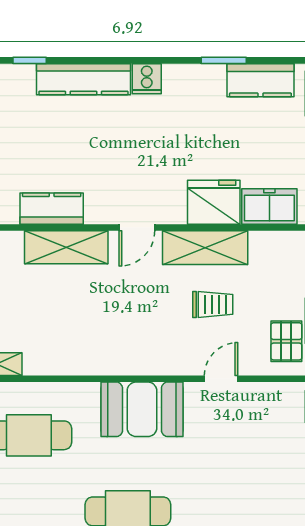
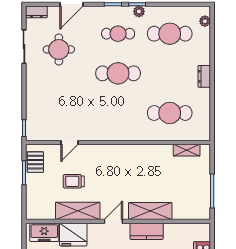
kitchen counter: (52, 209) -> (147, 231), moved
booth: (142, 409) -> (111, 127), removed

